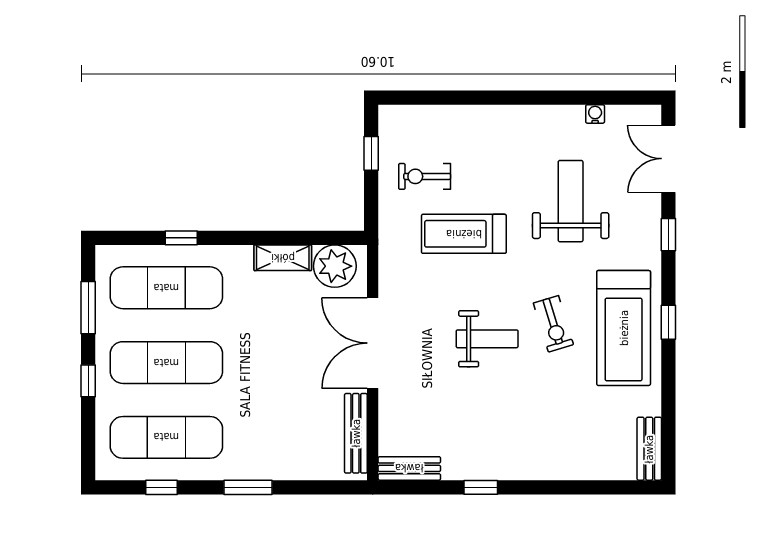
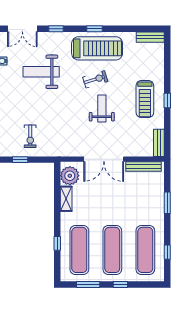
treadmill: (464, 234) -> (145, 99), moved
window: (248, 487) -> (167, 203), moved
window: (481, 487) -> (167, 100), moved

